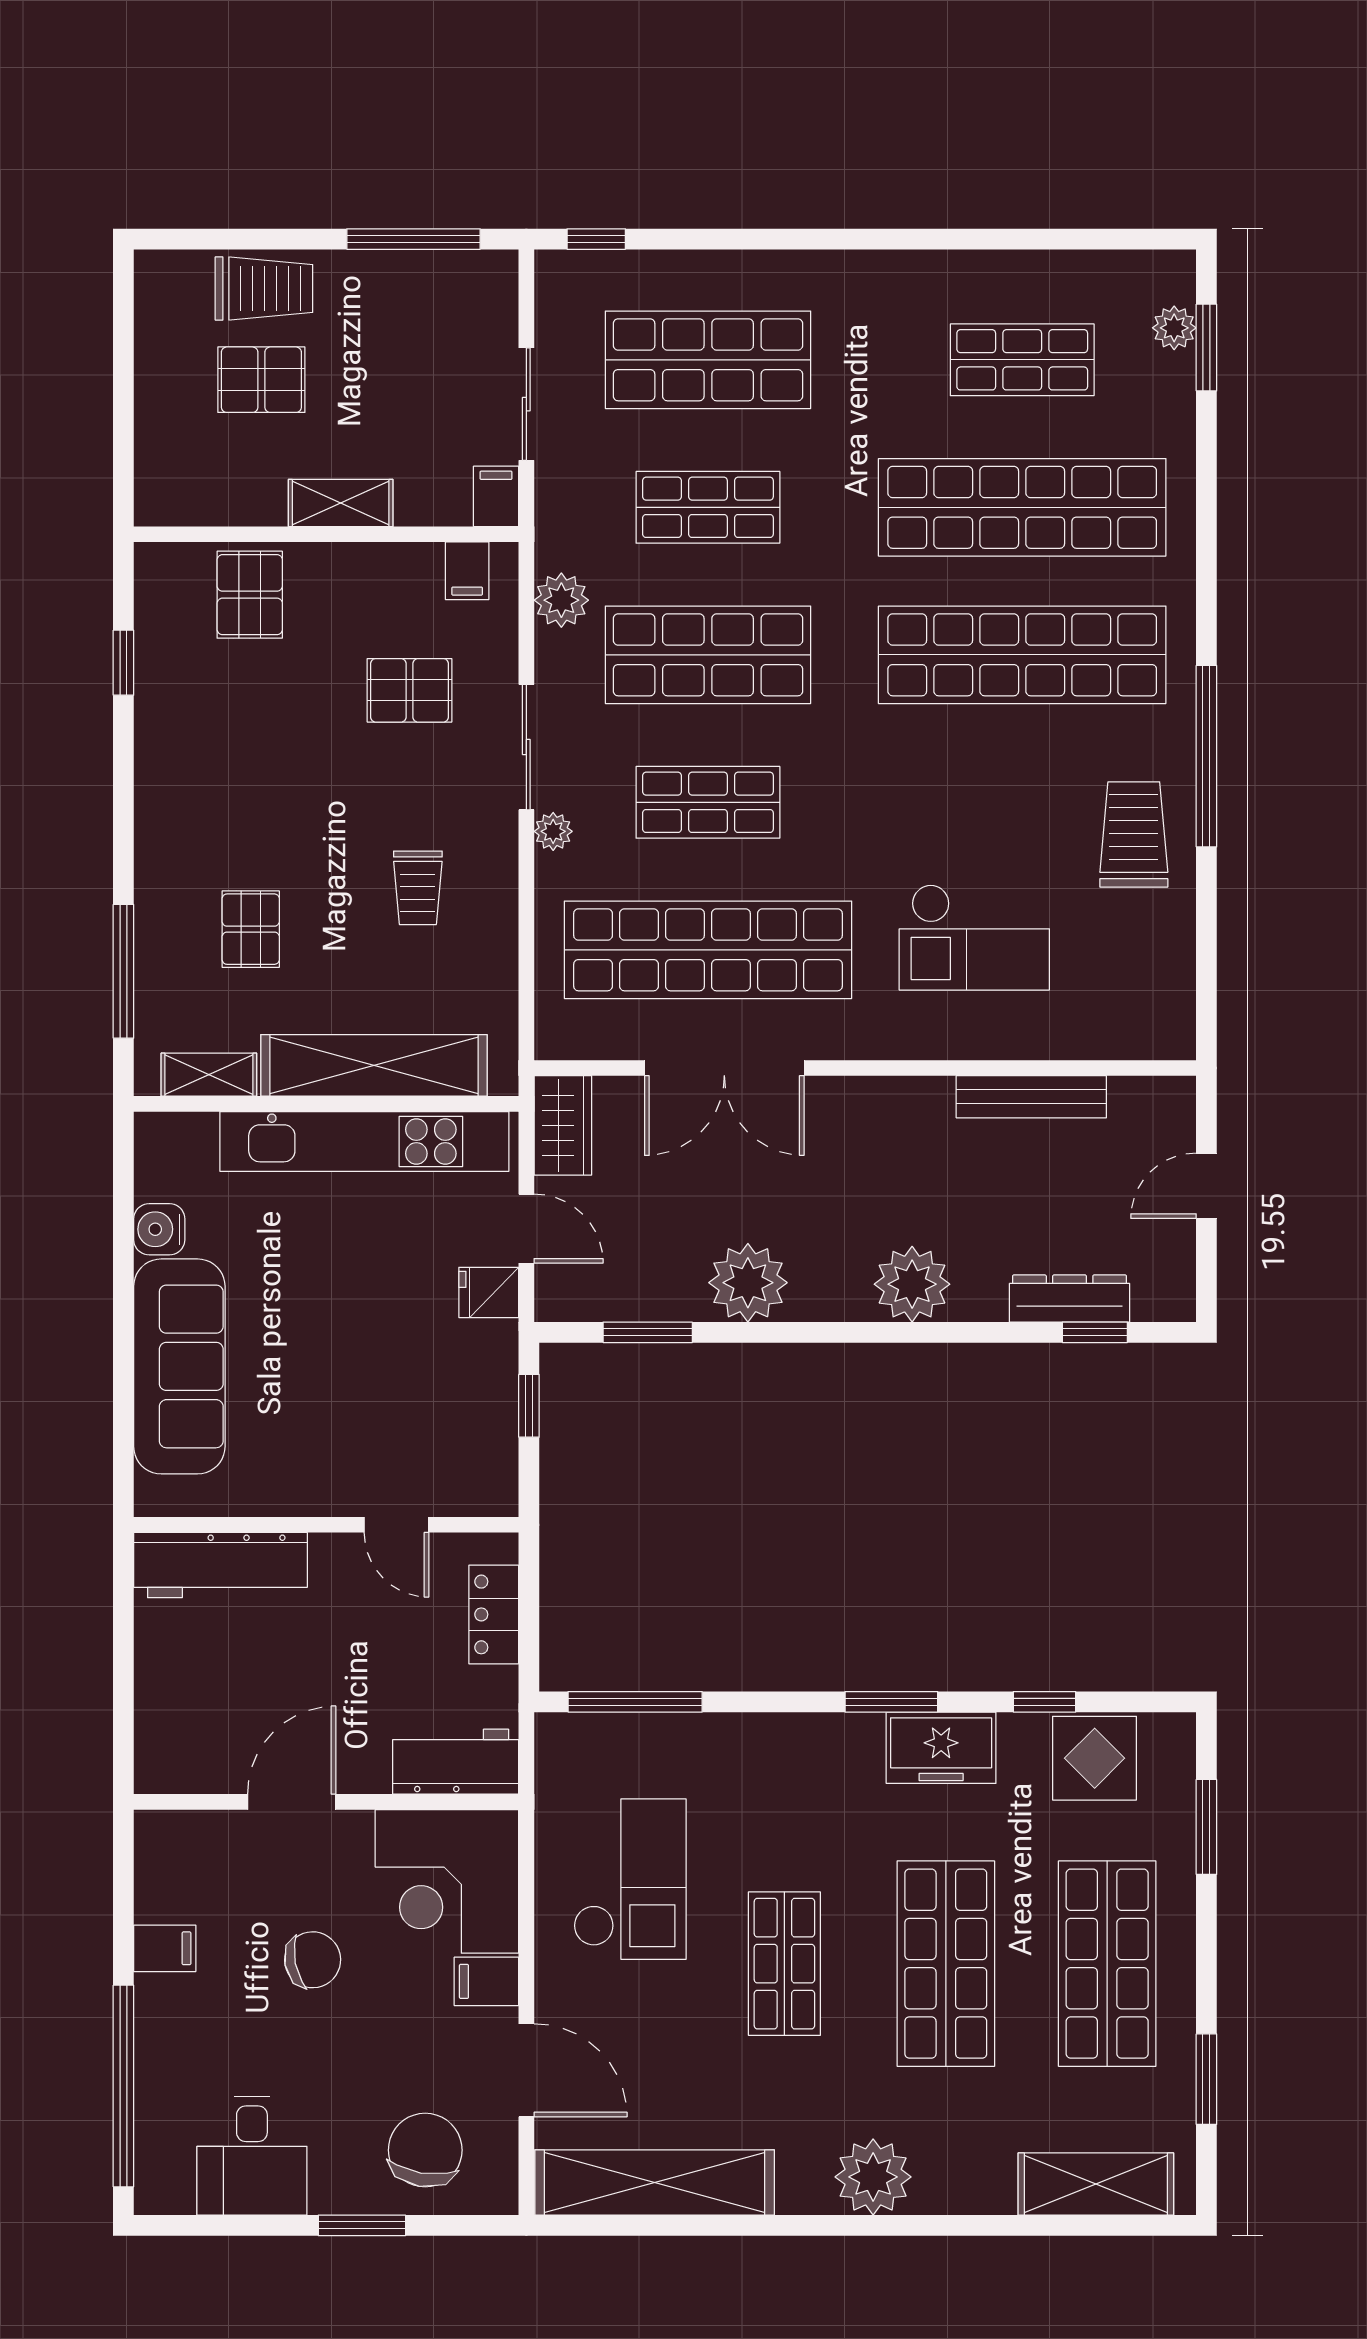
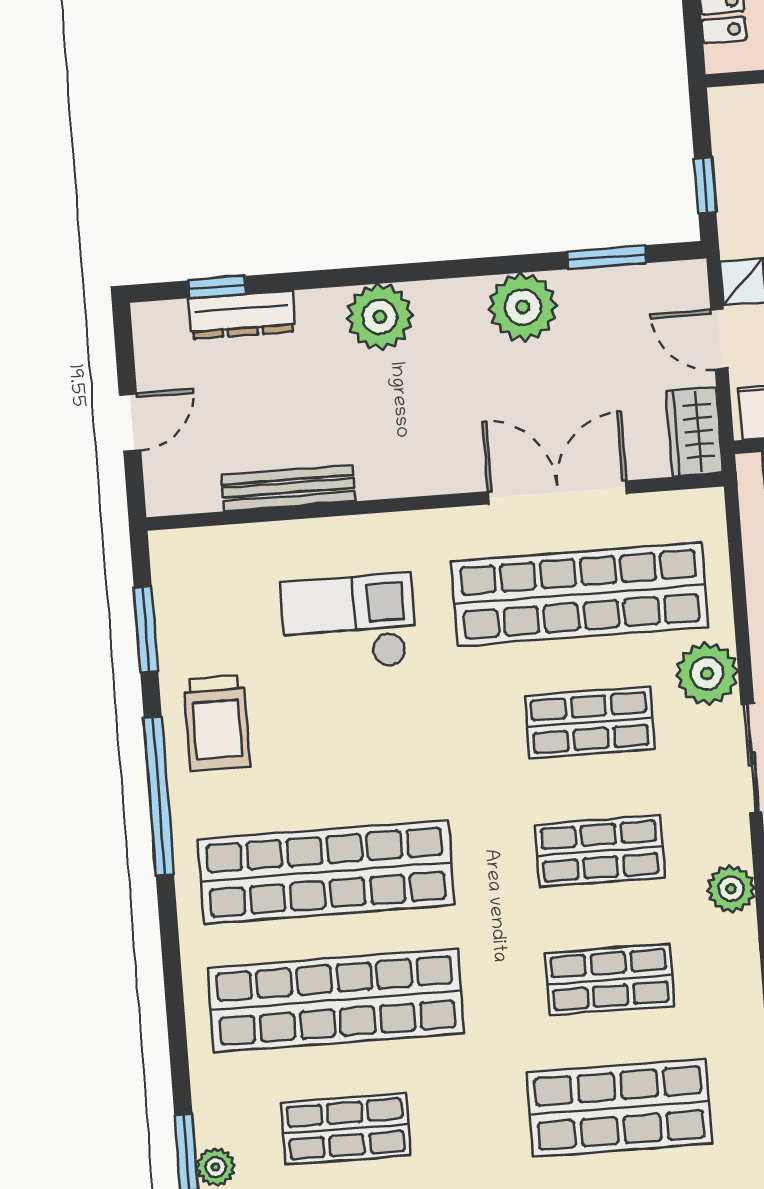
shop shelf: (708, 655) -> (600, 851), width x0.70, depth x0.74
plant: (553, 831) -> (707, 673), width x1.87, depth x1.87
window: (1206, 948) -> (146, 629), added

